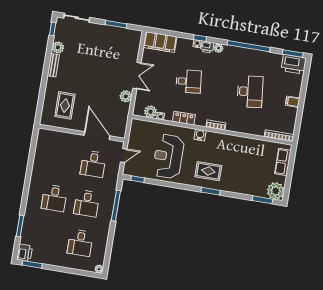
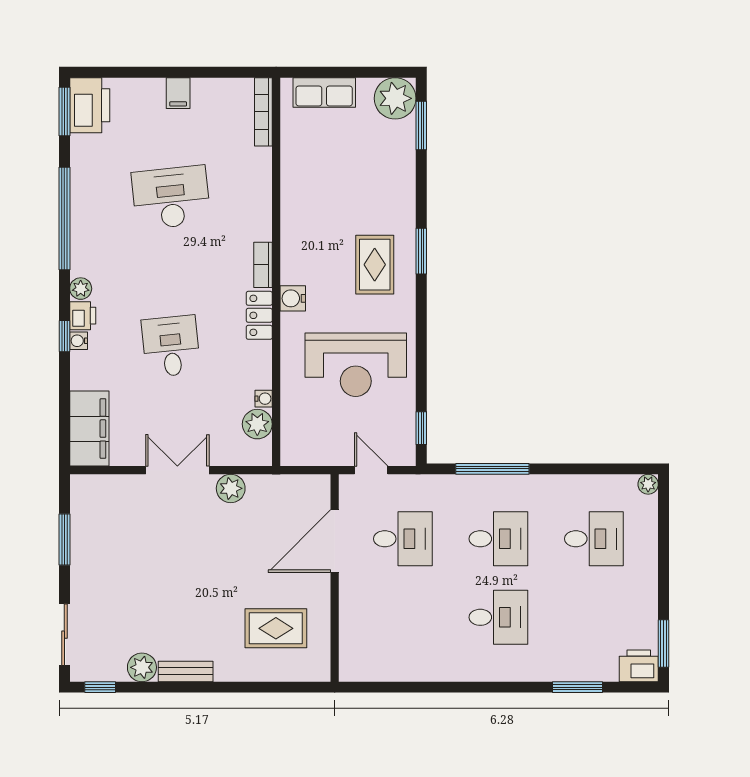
locker: (184, 118) -> (259, 315), moved

